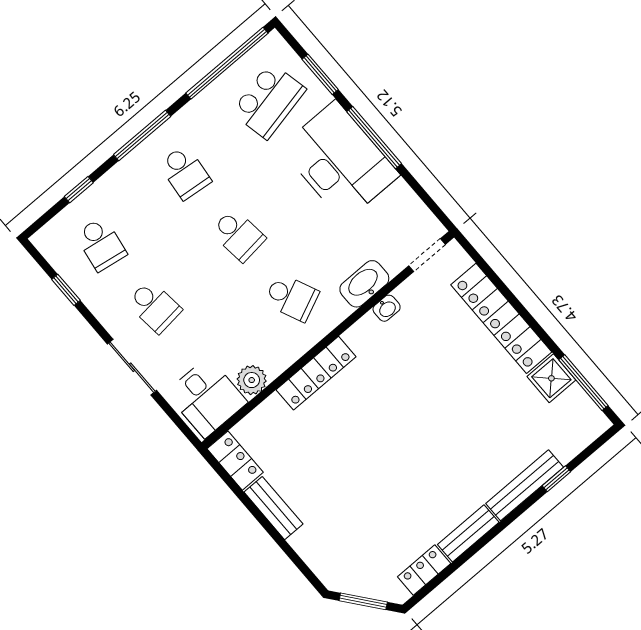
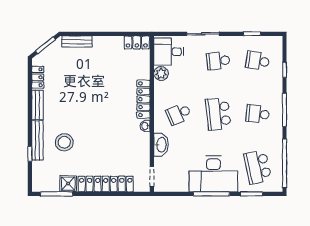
school desk: (238, 235) -> (218, 114), width x1.85
washbasin: (387, 308) -> (145, 126), moved
stool: (491, 440) -> (64, 142), added
bench: (273, 508) -> (77, 42), moved

